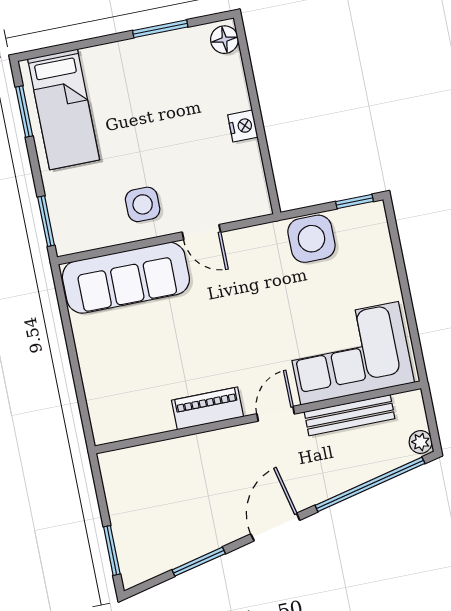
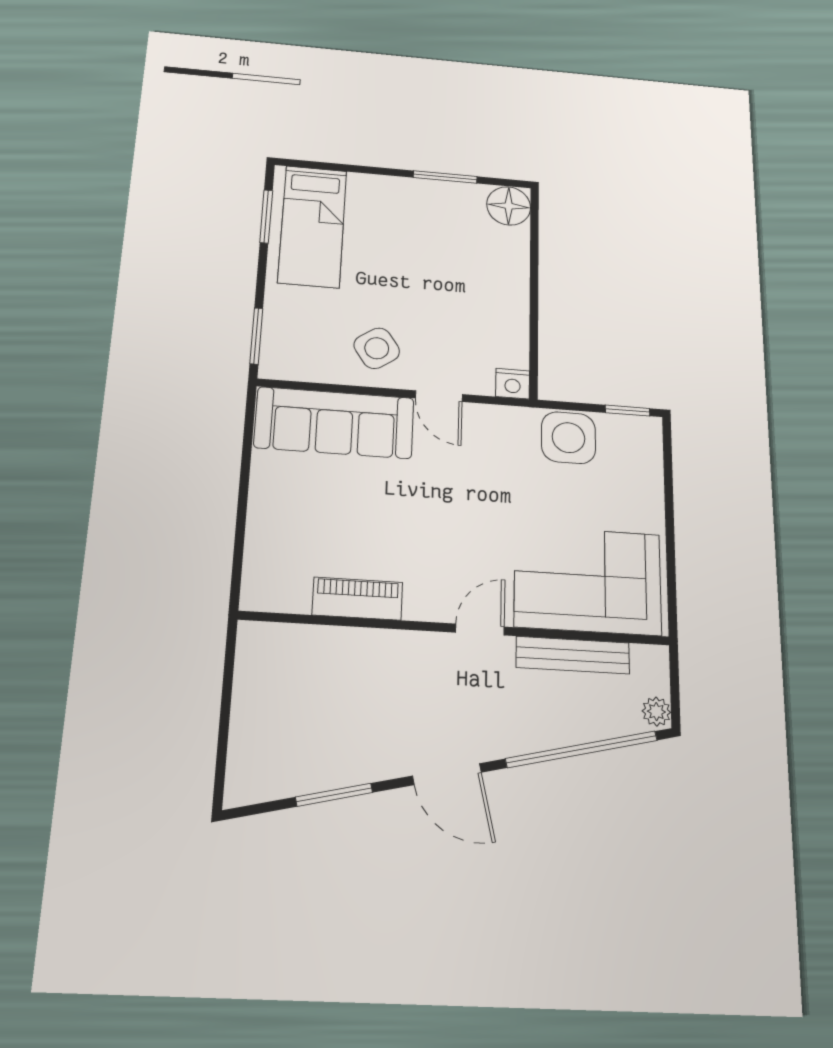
floor lamp: (224, 40) -> (509, 206), width x1.38, depth x1.38
nightstand: (243, 126) -> (513, 384), moved, turned 90
side table: (143, 204) -> (377, 348), turned -34
piano: (208, 408) -> (357, 599), moved
door: (275, 527) -> (447, 774), swing flipped
window: (112, 550) -> (222, 750), removed

